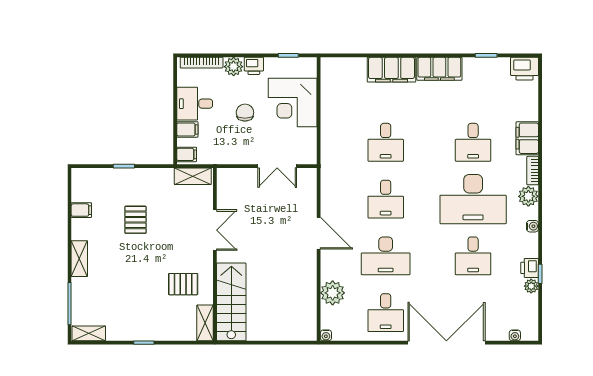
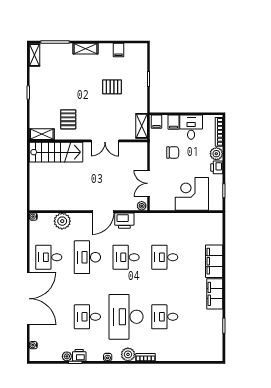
printer: (524, 69) -> (124, 221), moved, turned -90
chair: (245, 113) -> (173, 153), moved
filing cabinet: (527, 138) -> (168, 354), removed
plant: (310, 176) -> (142, 206), added

